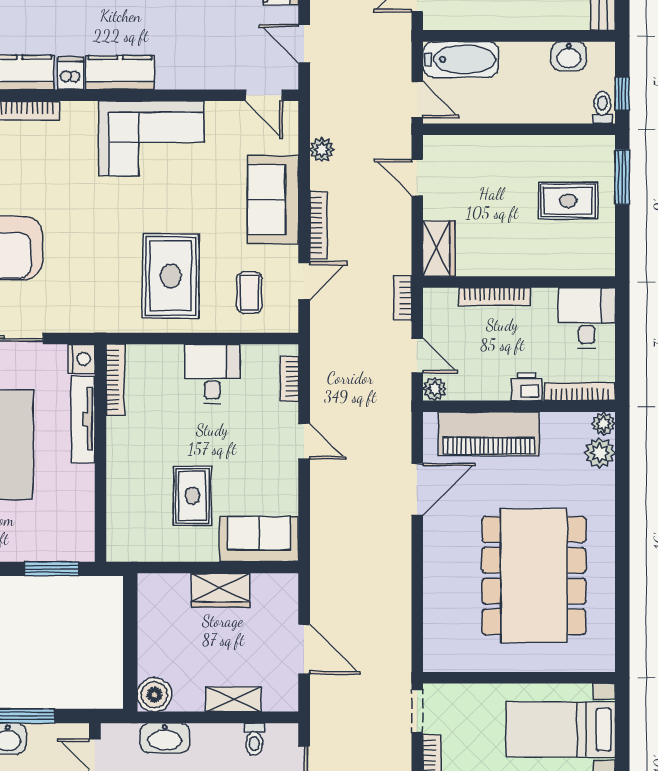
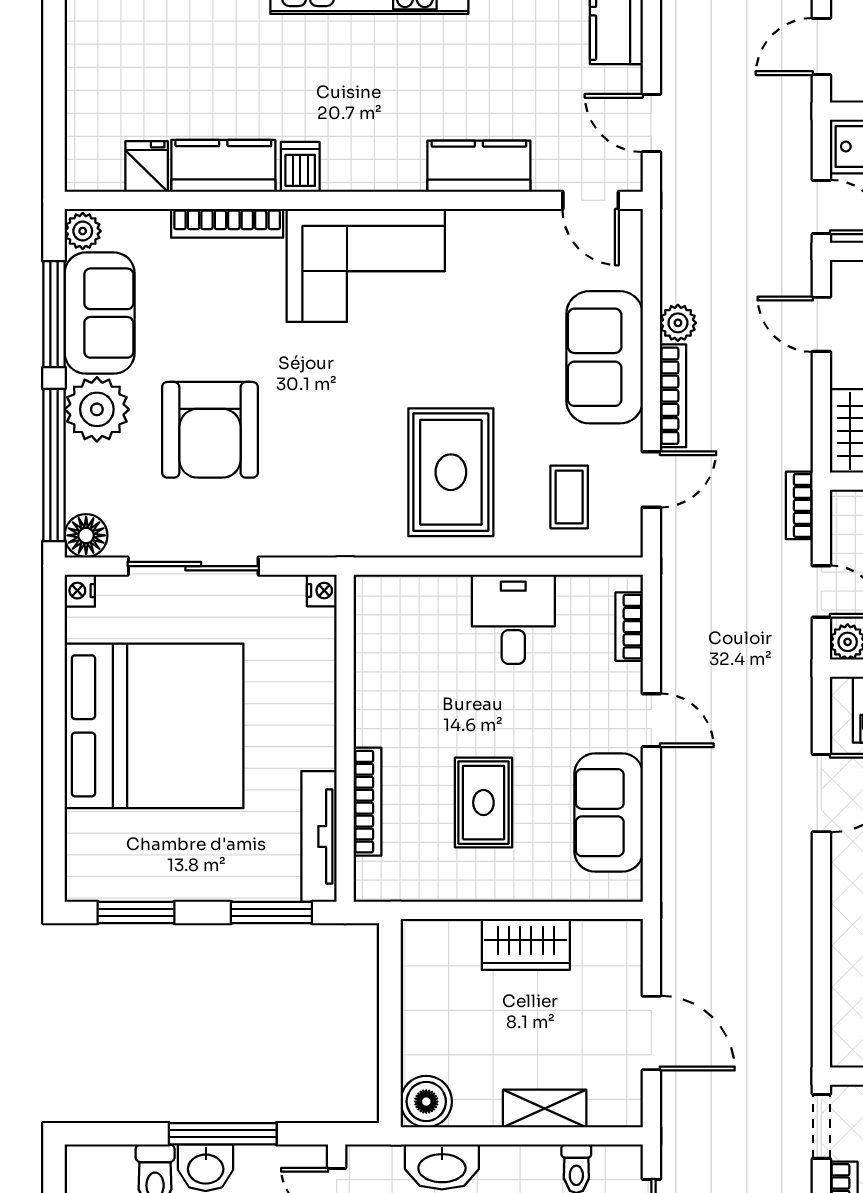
kitchen counter: (120, 73) -> (479, 166), moved
corner sofa: (151, 139) -> (366, 265), moved
plant: (322, 150) -> (678, 323), moved
nightstand: (81, 359) -> (322, 591), width x0.72, depth x0.74
bookcase: (115, 380) -> (368, 802), moved
tv unit: (83, 419) -> (319, 836), moved
sofa: (259, 539) -> (609, 813), moved, turned -90

